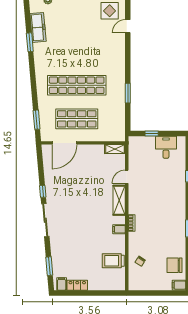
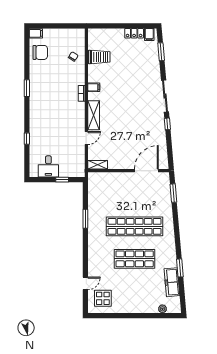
shop shelf: (77, 119) -> (135, 259), moved

